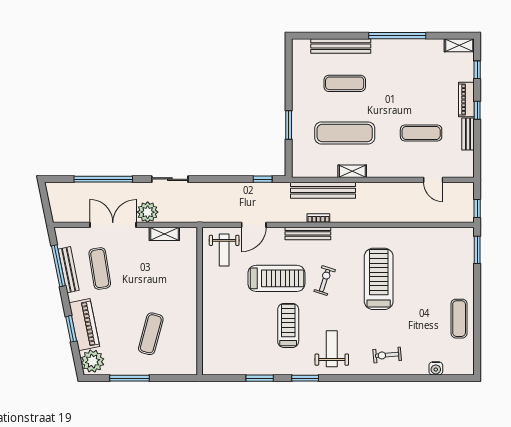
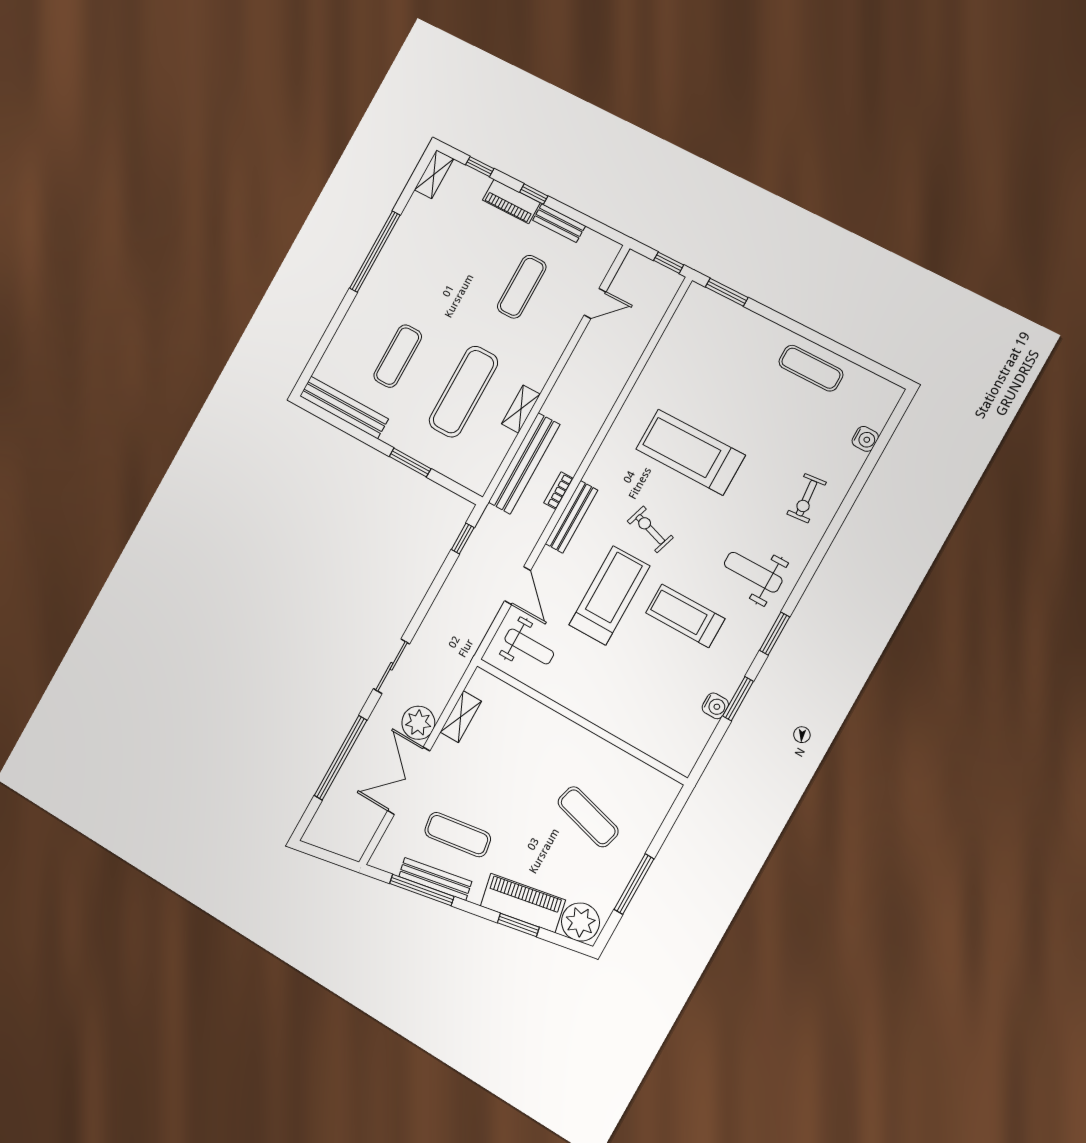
bench: (341, 46) -> (344, 407), moved, turned 90
water cooler: (249, 368) -> (715, 706), added

